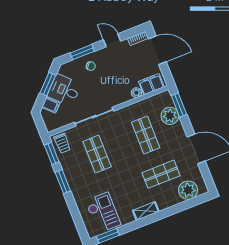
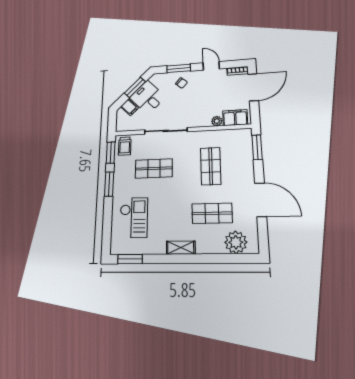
door: (157, 50) -> (253, 87), hinge flipped
plant: (170, 116) -> (243, 155), removed
shop shelf: (97, 154) -> (154, 168), turned 90
checkout: (103, 213) -> (134, 218), moved

